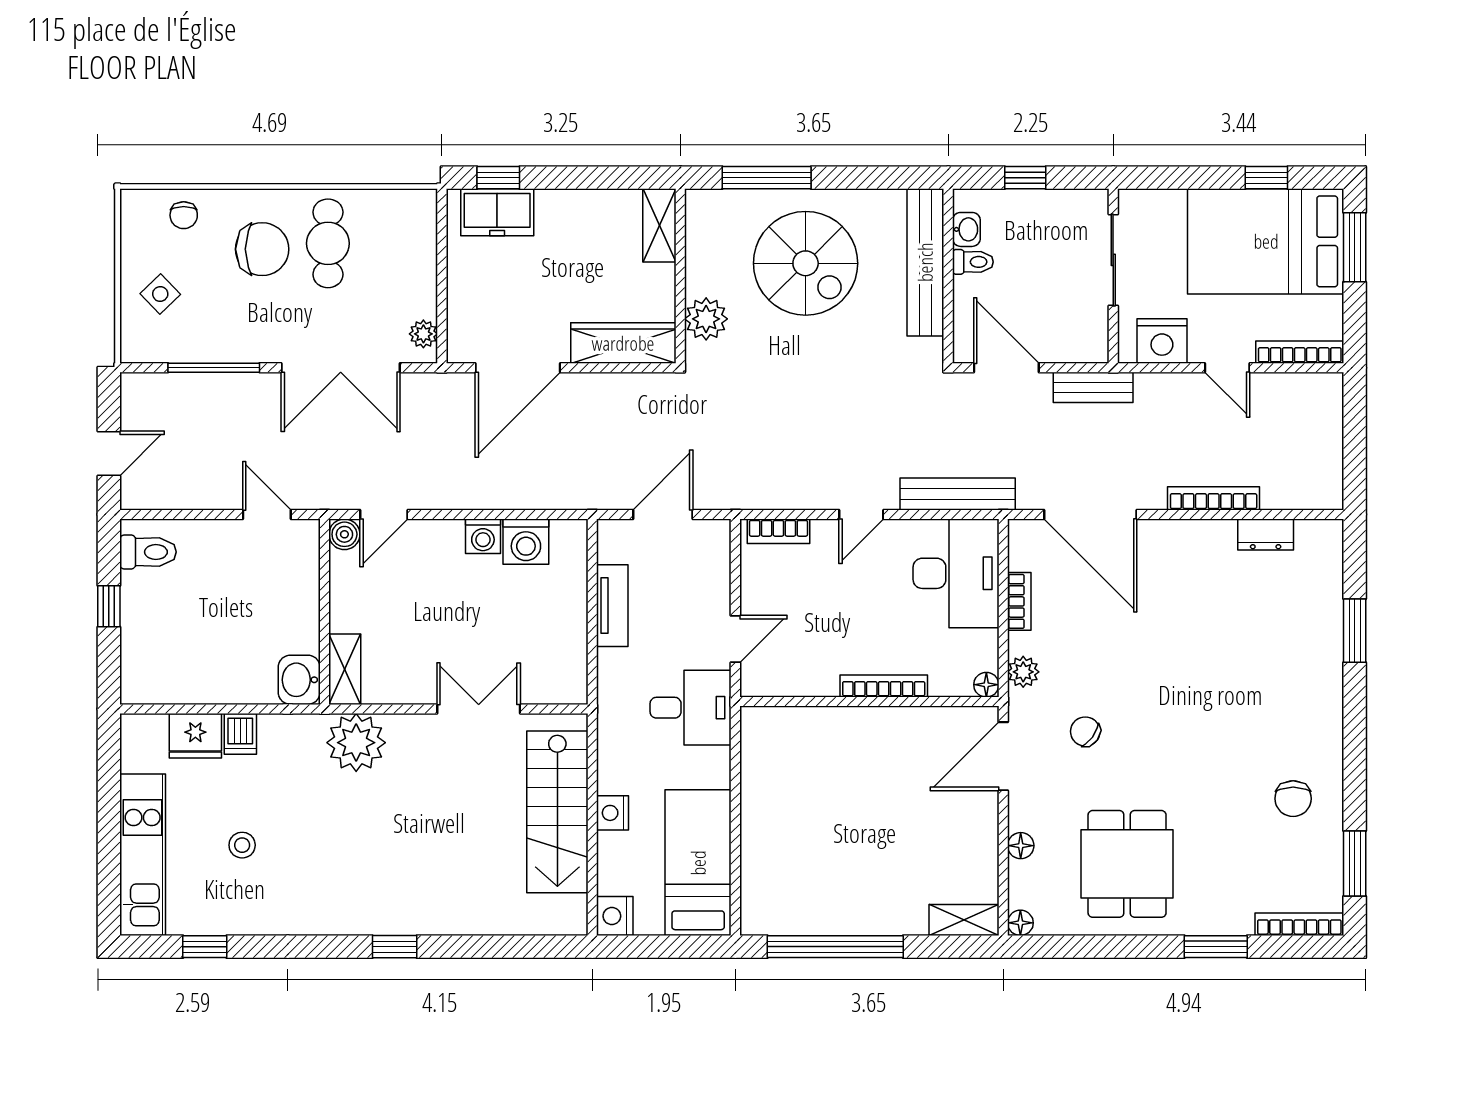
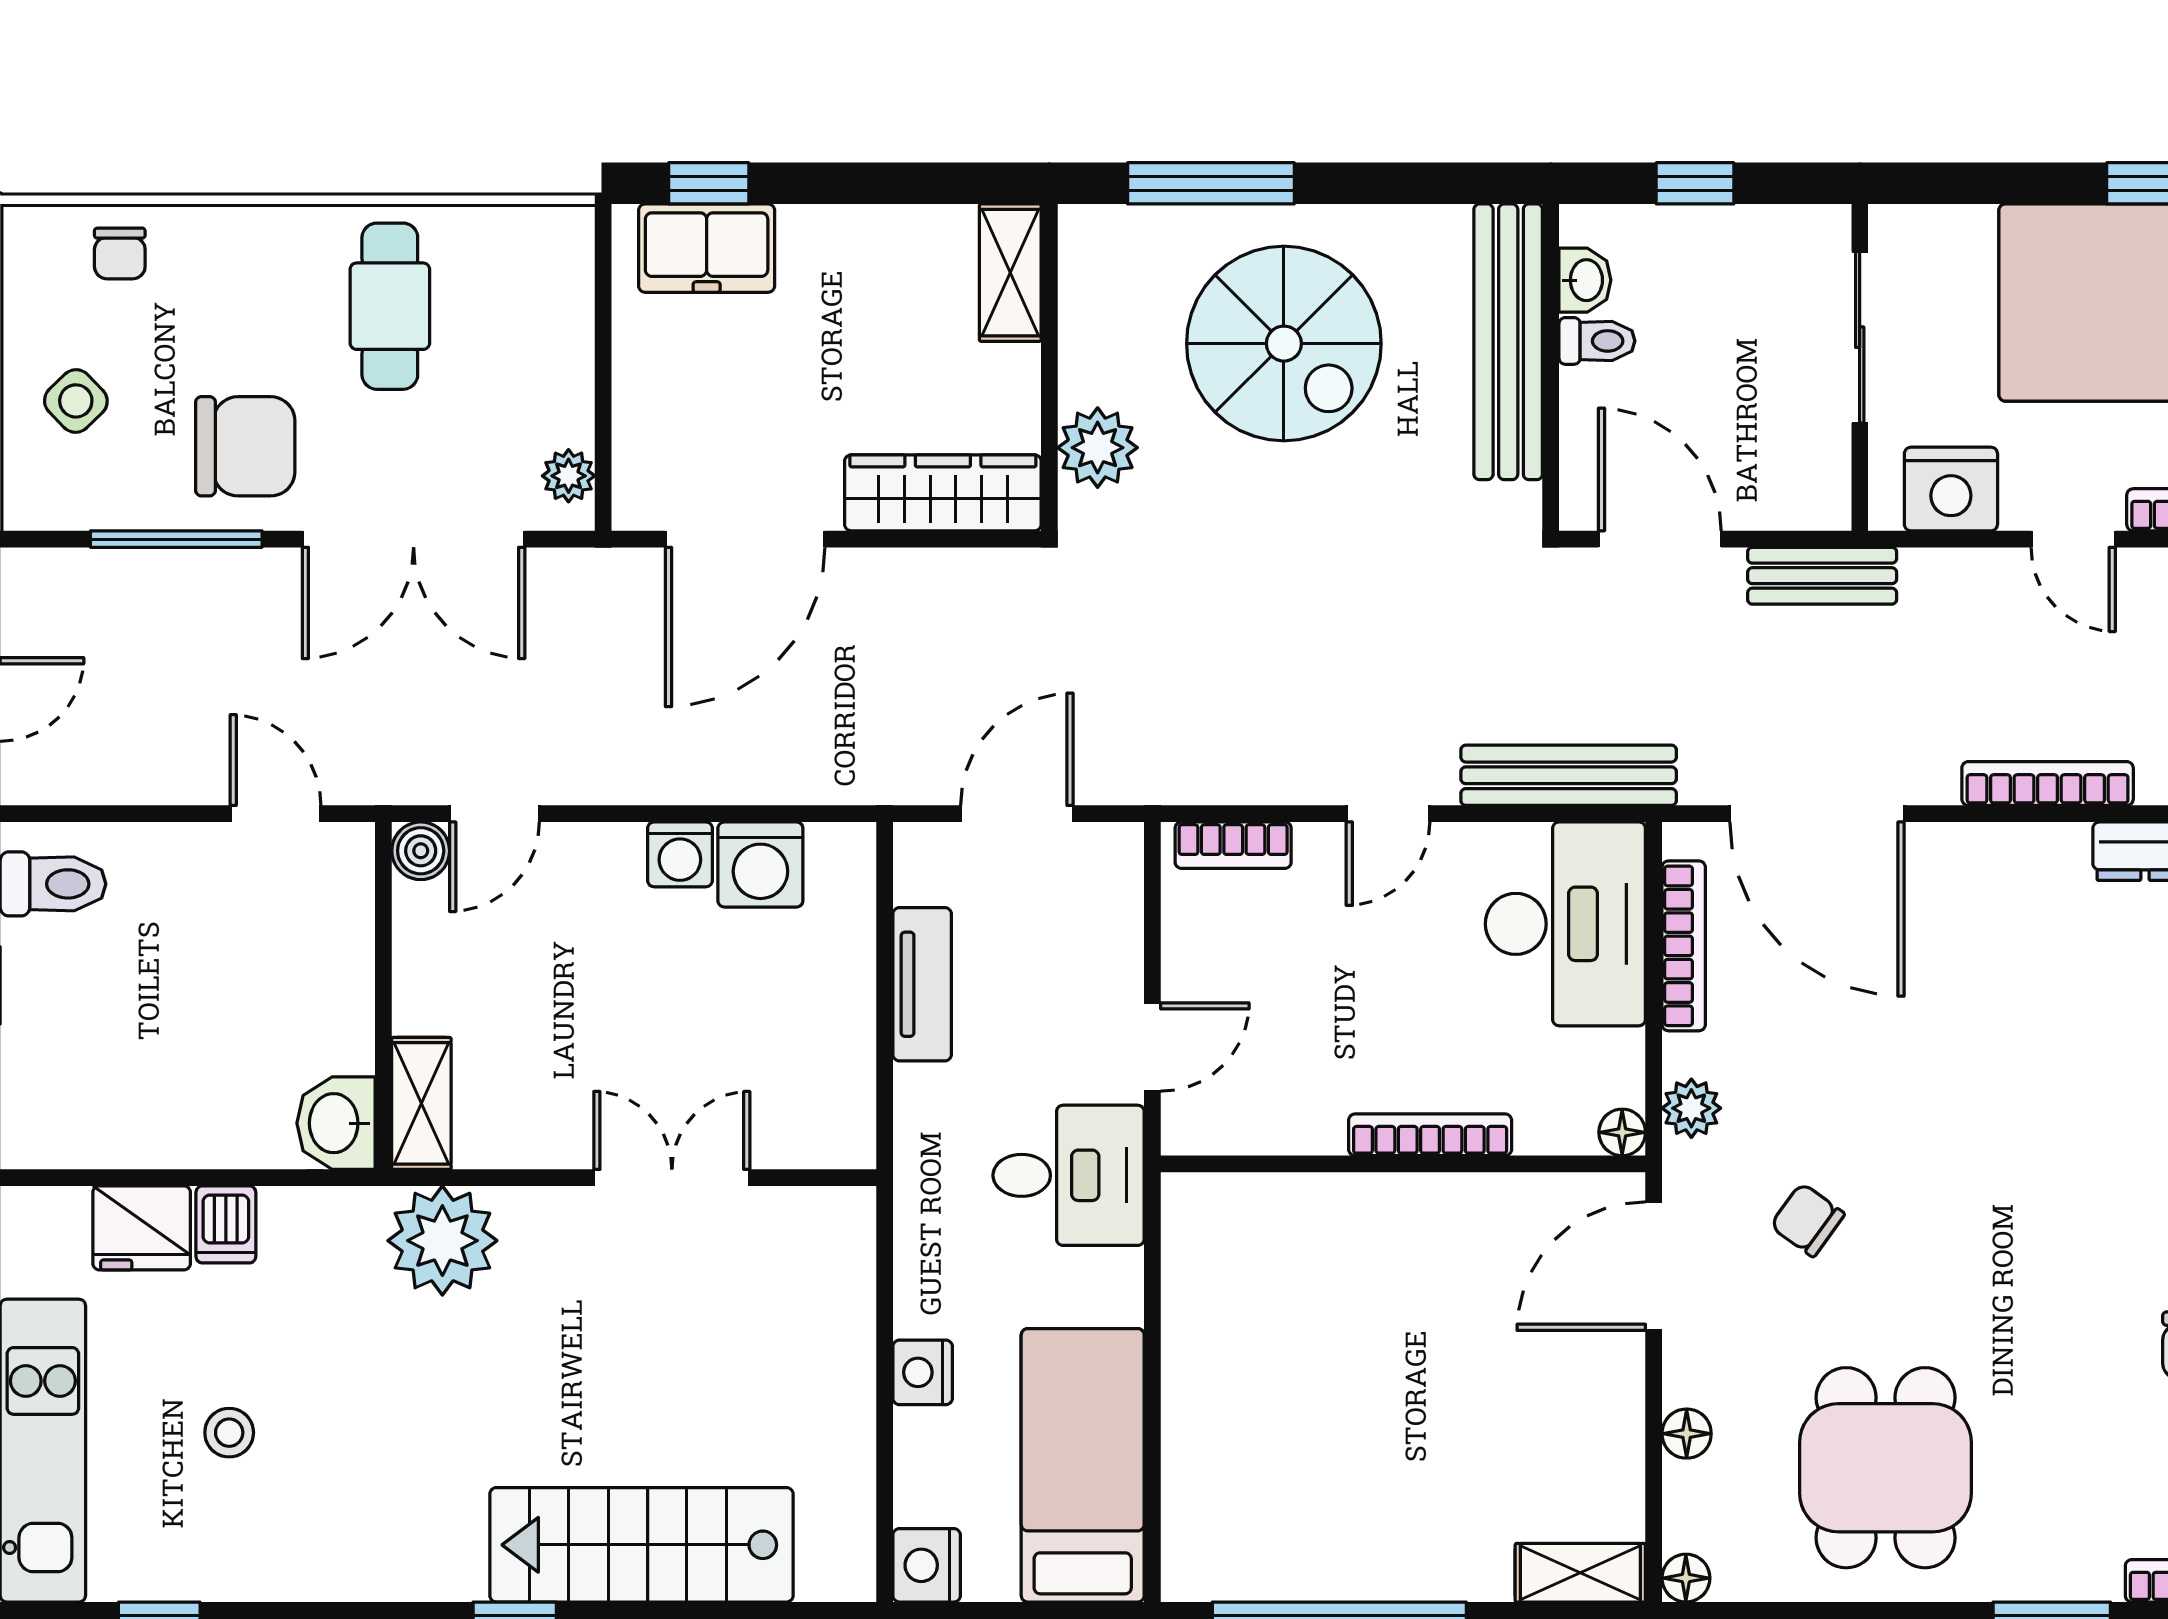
chair: (262, 249) -> (245, 446), moved
bookcase: (1019, 601) -> (1684, 946), width x1.56
stairs: (557, 812) -> (641, 1545), moved, turned 90

